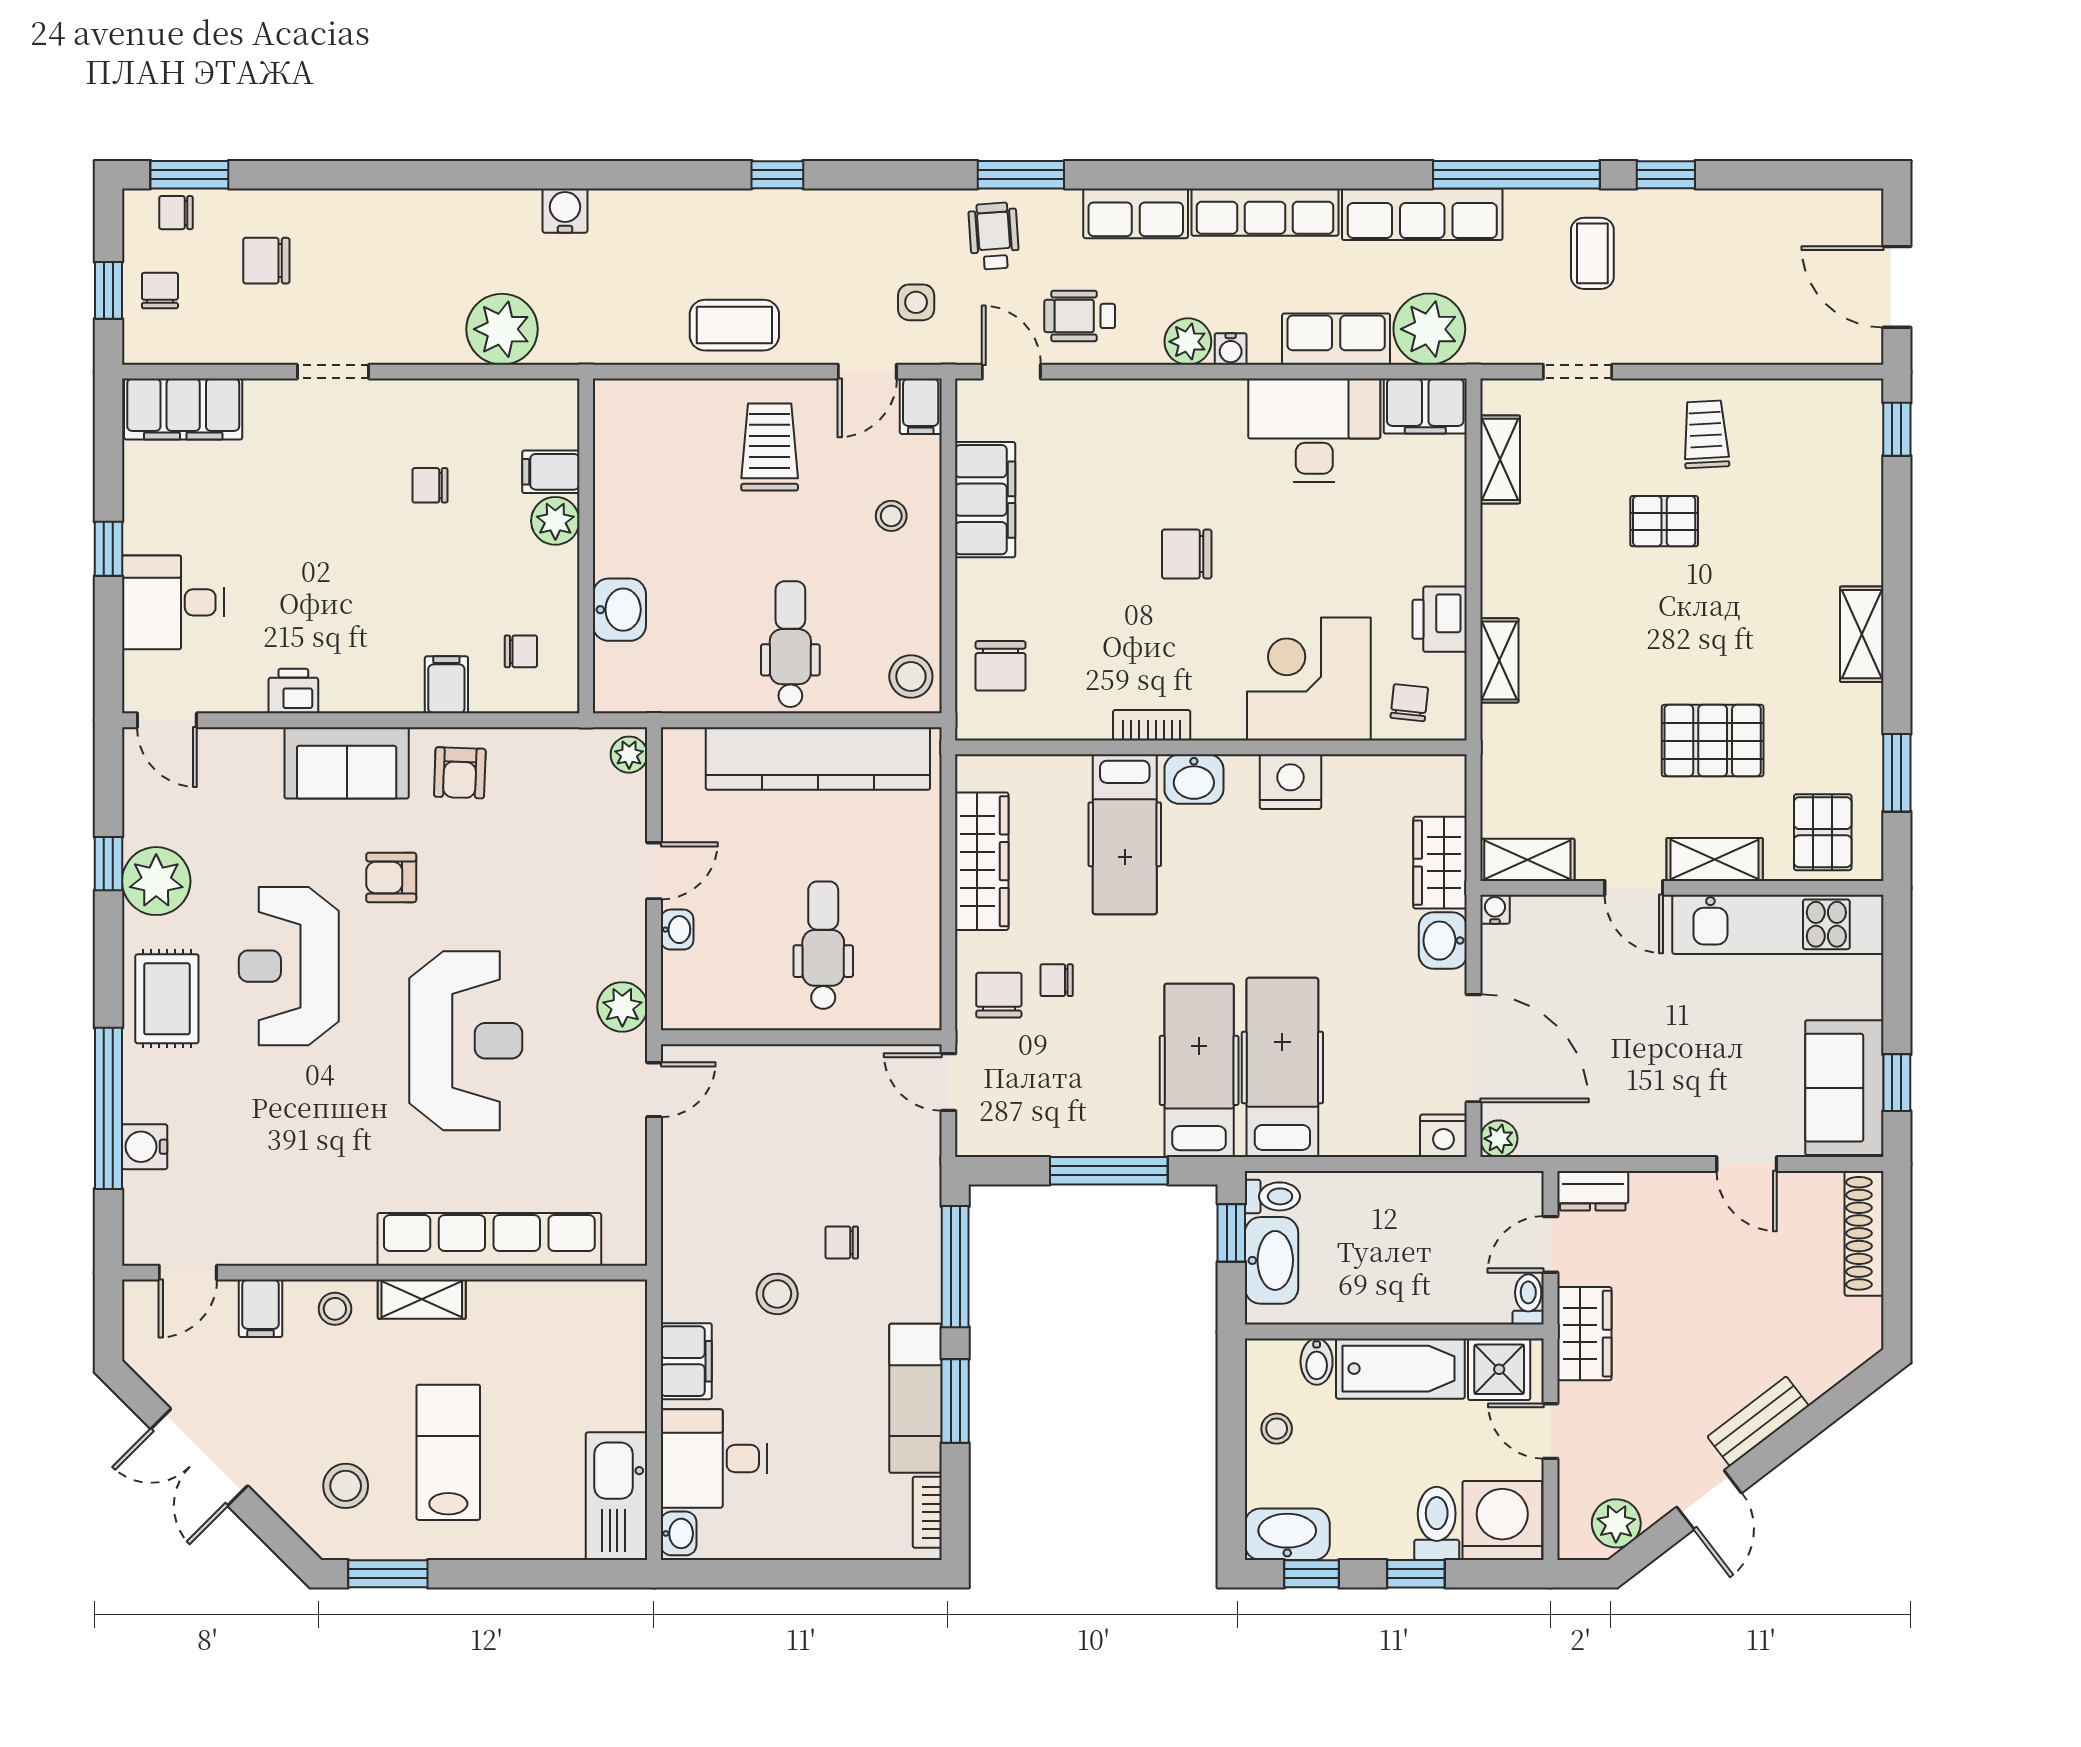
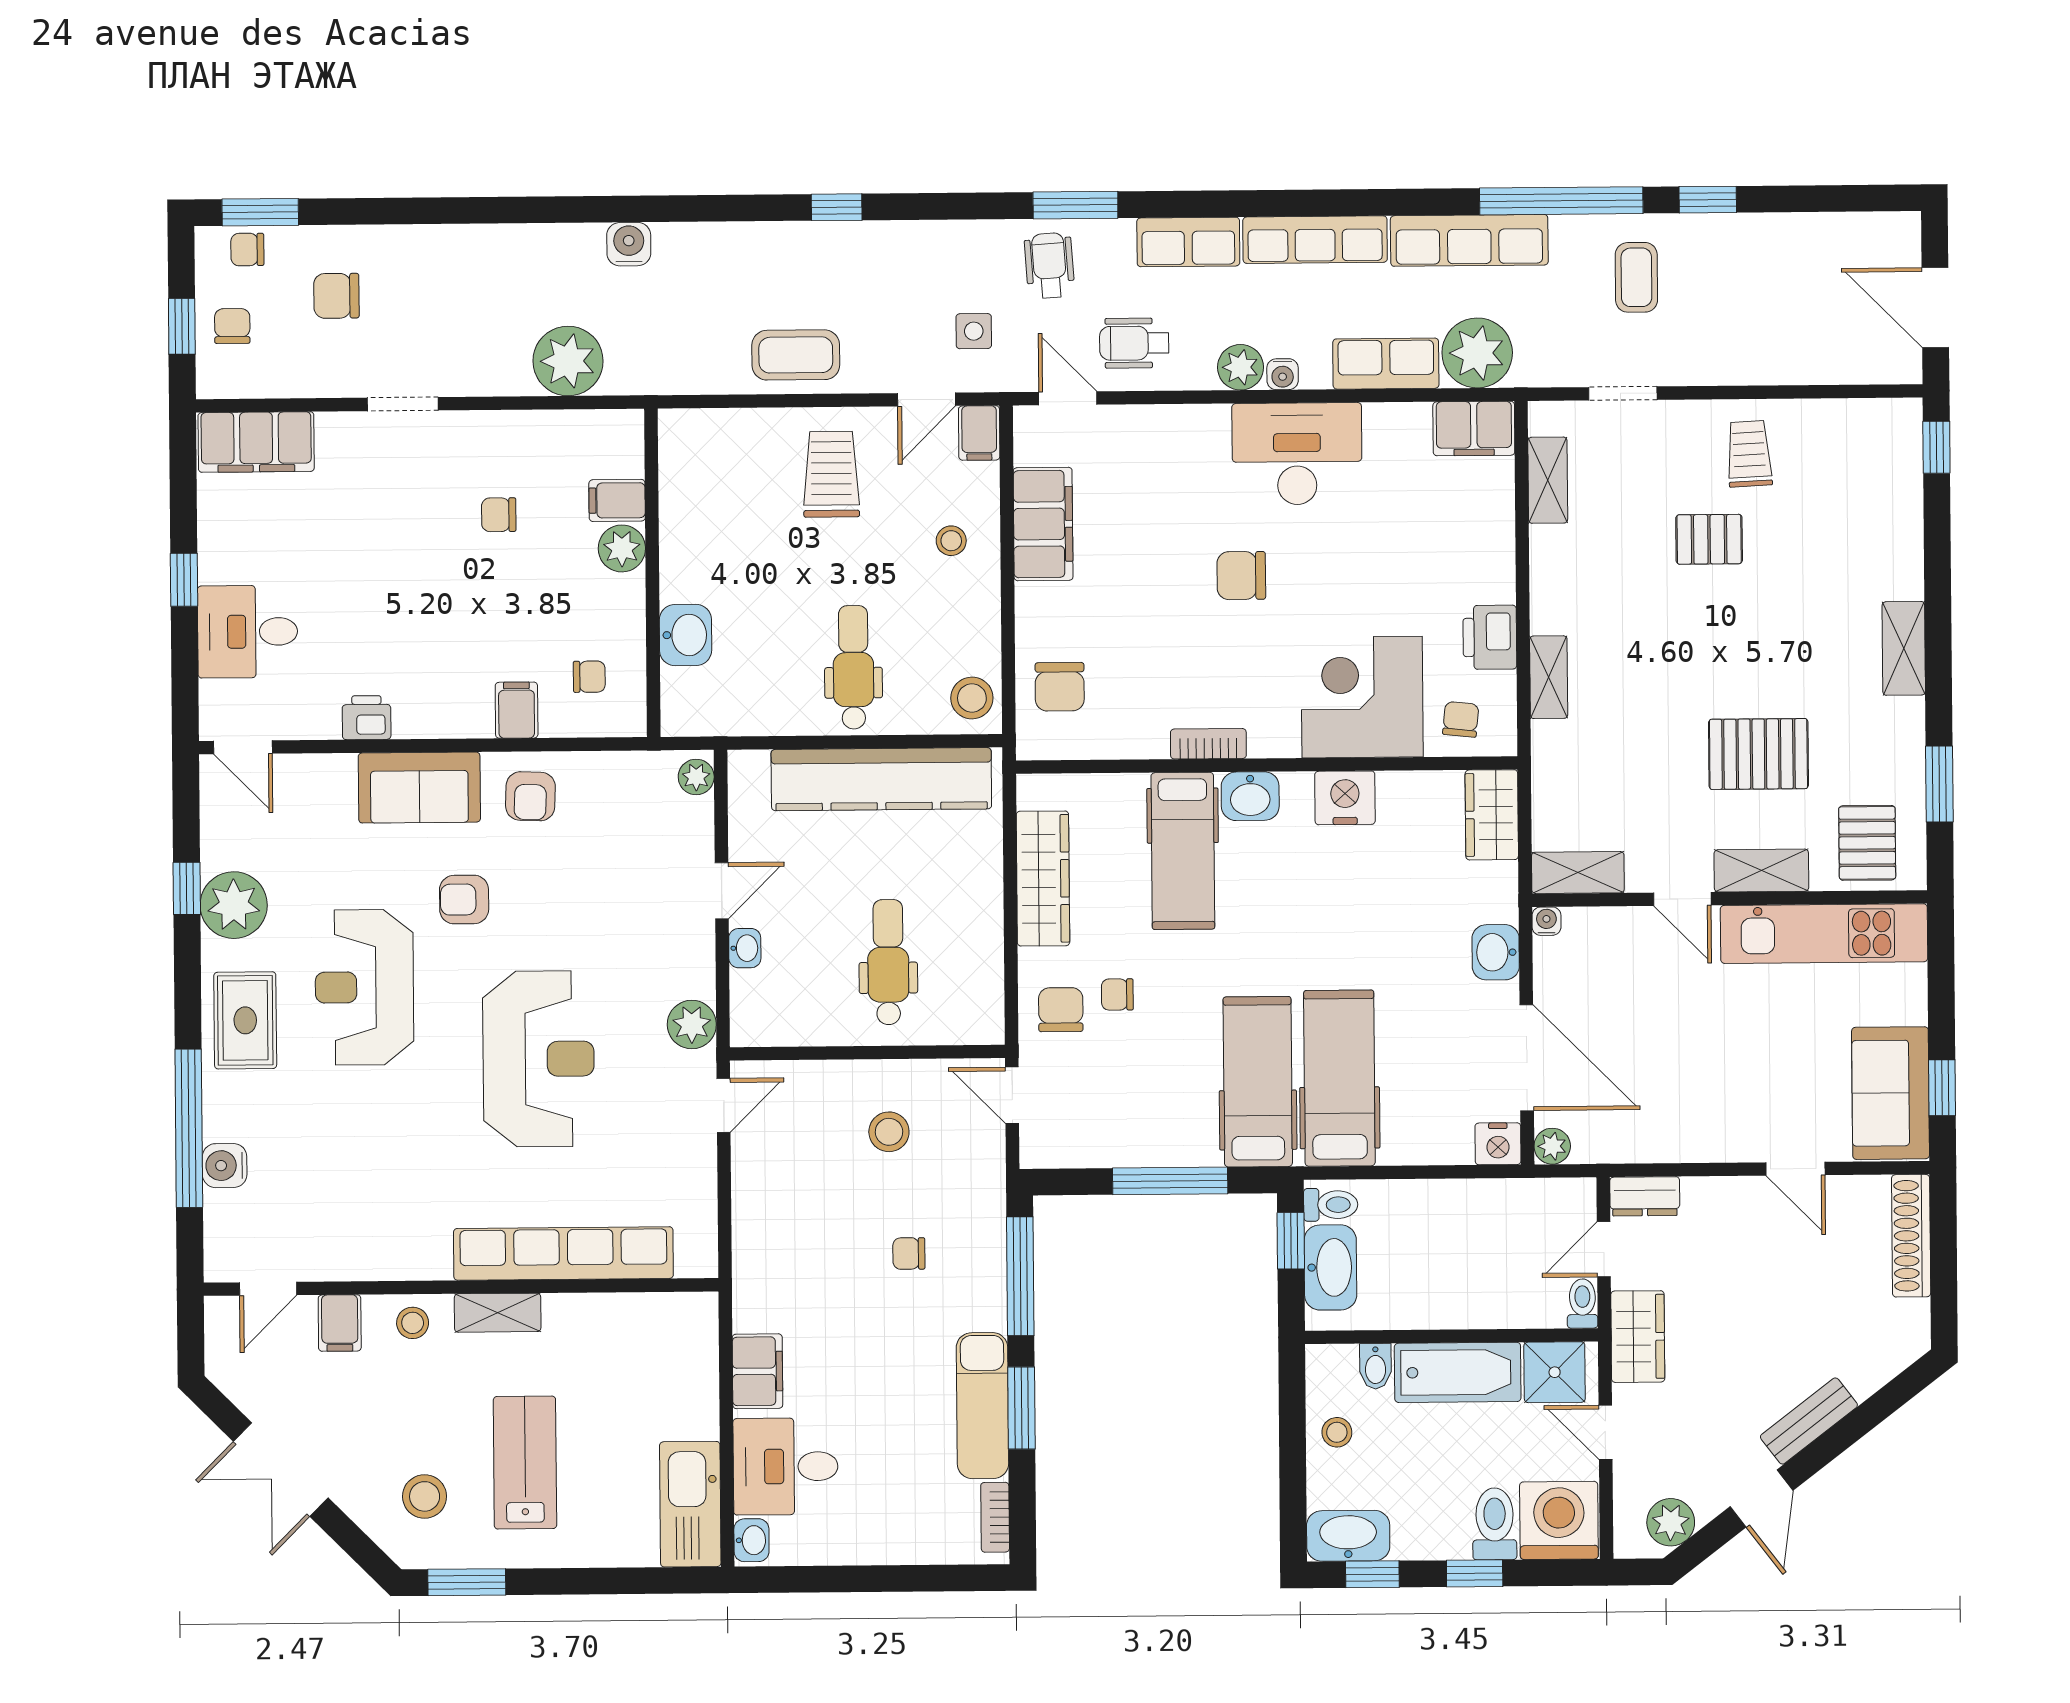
desk: (1314, 430) -> (1297, 454), moved
wardrobe: (1440, 863) -> (1492, 815), moved
stool: (777, 1294) -> (889, 1132), moved

